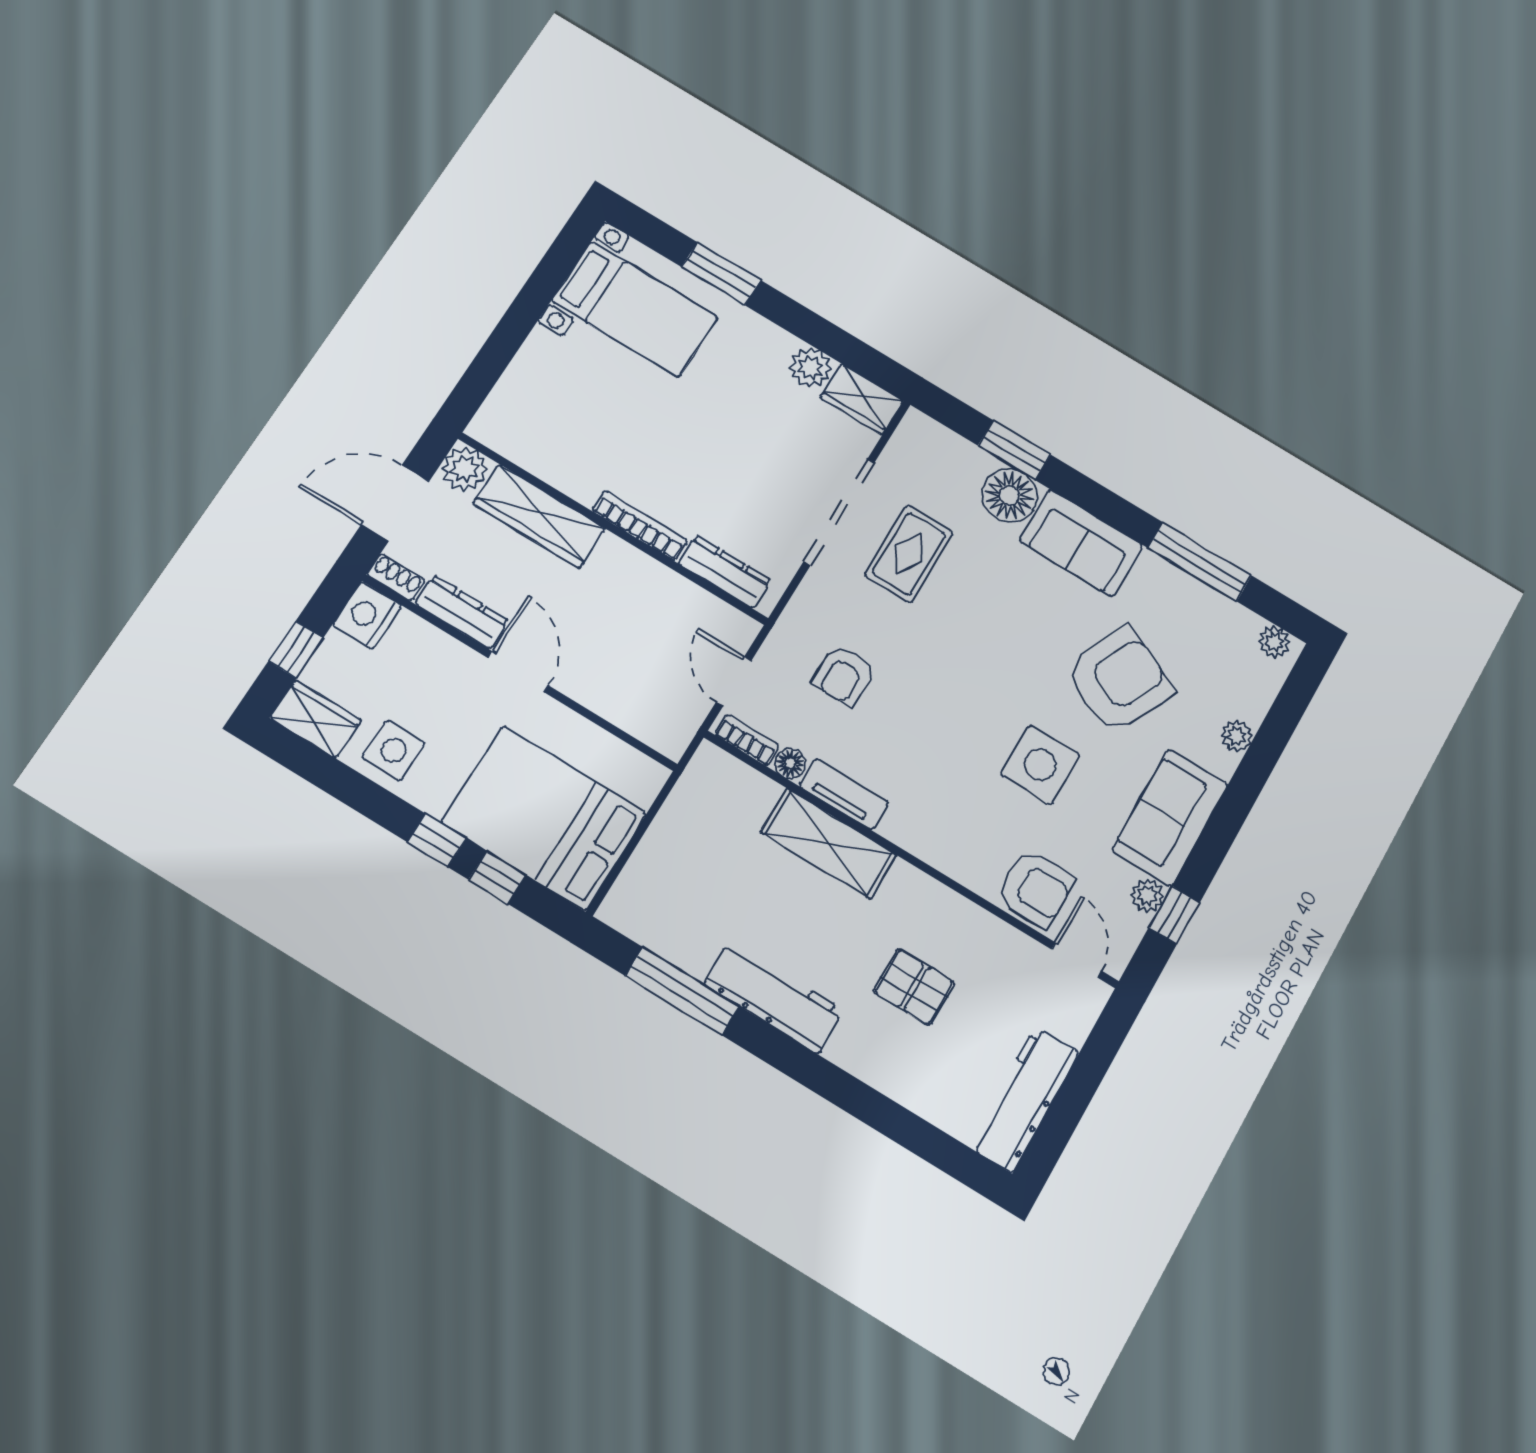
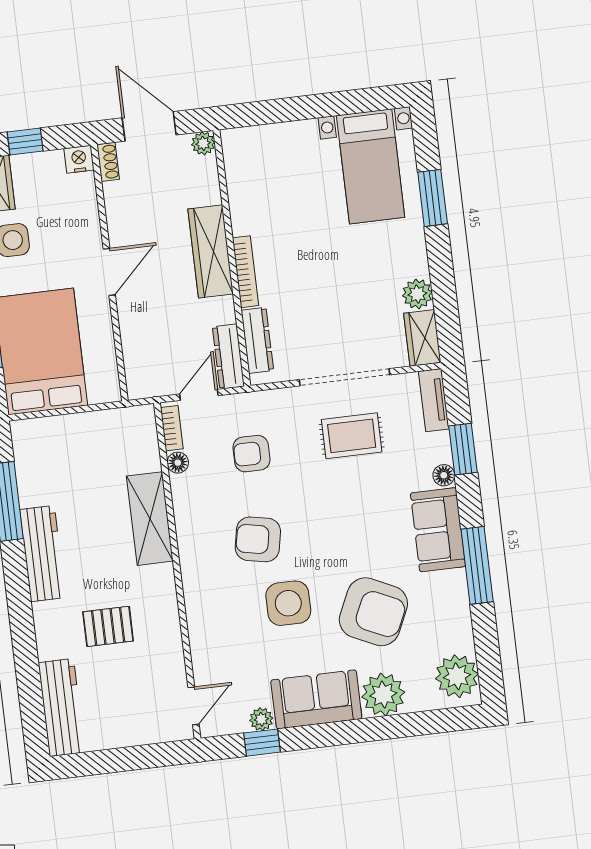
plant: (465, 469) -> (203, 143), width x0.73, depth x0.73
floor lamp: (1009, 495) -> (444, 475), width x0.53, depth x0.53
wardrobe: (539, 516) -> (211, 251), moved
window: (1200, 562) -> (477, 565), moved
dresser: (462, 612) -> (228, 357), moved, turned 180
nightstand: (367, 615) -> (79, 159), width x0.74, depth x0.75
plant: (1274, 642) -> (457, 676), width x1.88, depth x1.88
plant: (1237, 736) -> (383, 695), width x1.87, depth x1.87
tv unit: (844, 794) -> (434, 400), moved, turned 180
armchair: (1035, 889) -> (258, 539), moved, turned 101
pallet: (914, 987) -> (108, 626), turned 90
workbench: (1024, 1099) -> (62, 708), moved, turned 90

